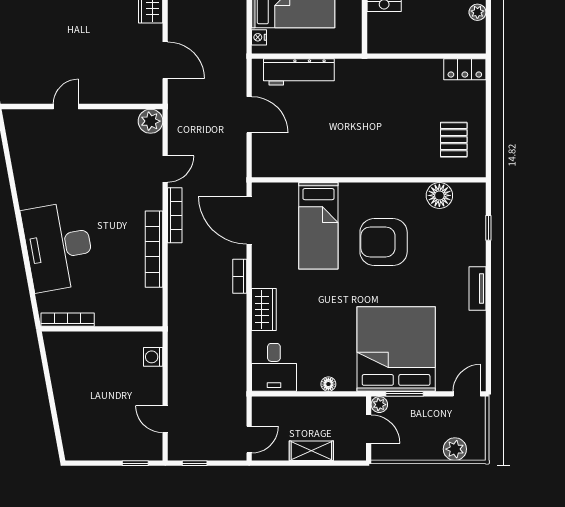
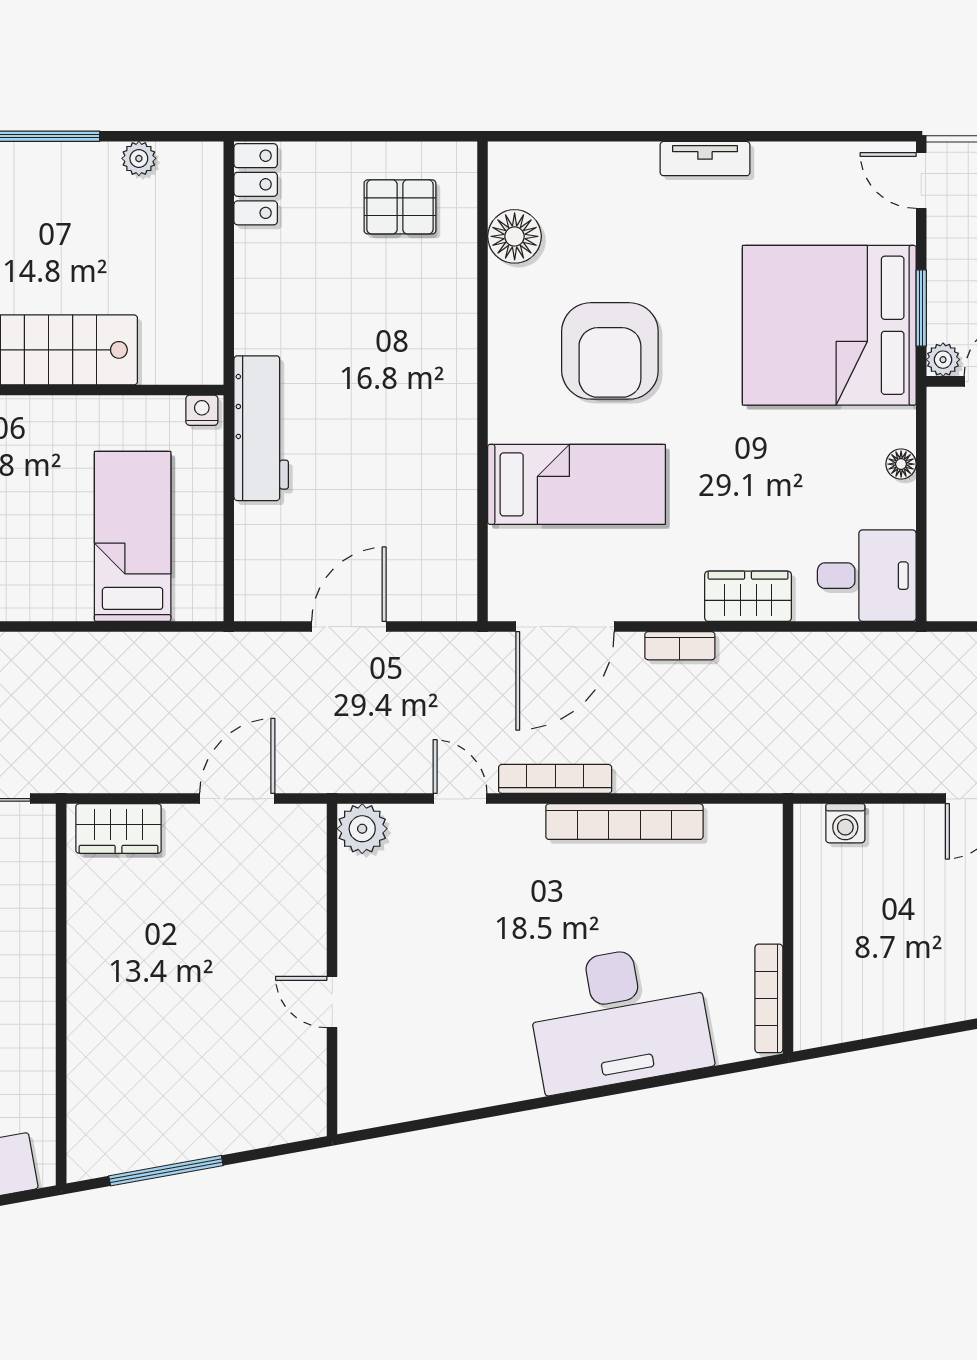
nightstand: (259, 37) -> (202, 410), moved, turned 180
workbench: (299, 72) -> (261, 428), moved
window: (488, 228) -> (581, 136), removed

